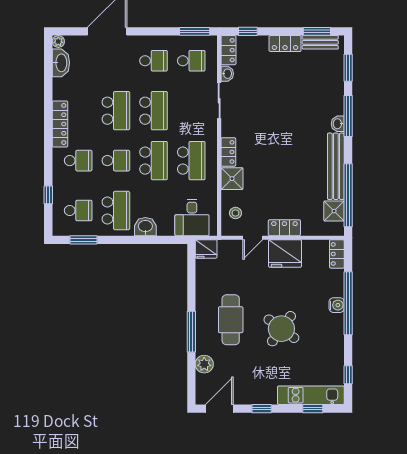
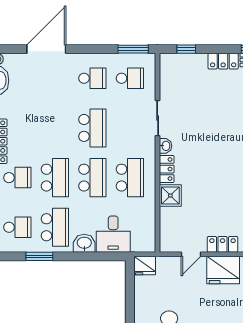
locker: (228, 50) -> (167, 68), removed
washbasin: (227, 74) -> (166, 146), moved
school desk: (116, 111) -> (55, 128), removed
school desk: (116, 161) -> (55, 178), width x1.85
stool: (235, 213) -> (174, 230), removed
desk: (192, 217) -> (113, 234), moved
window: (83, 240) -> (39, 256), moved

